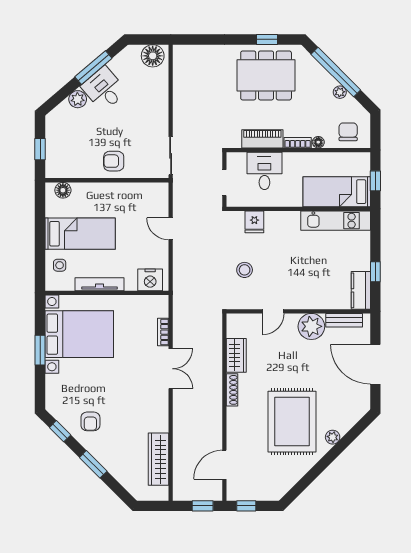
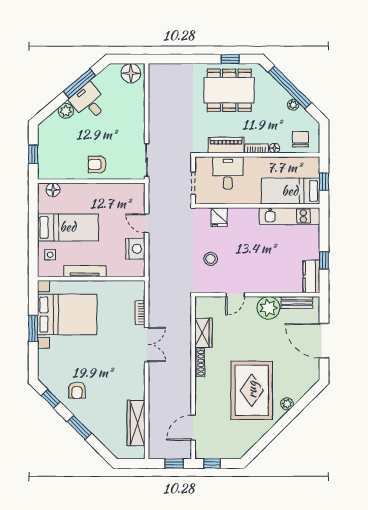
nightstand: (150, 280) -> (135, 249), moved, turned -90

